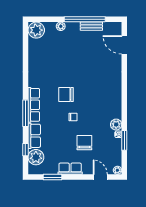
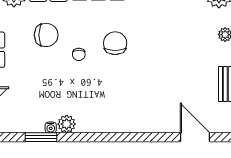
door: (124, 45) -> (195, 137), hinge flipped
chair: (84, 143) -> (46, 35), moved

